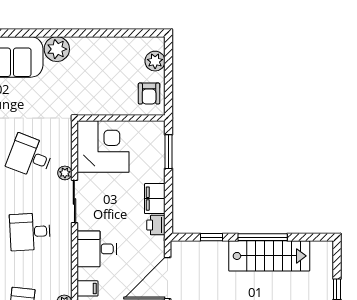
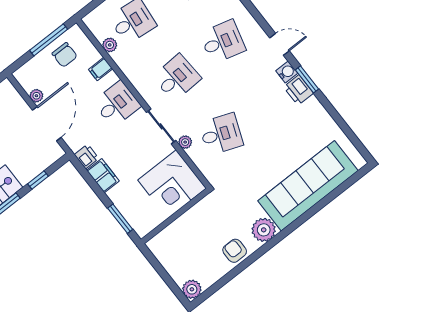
plant: (155, 61) -> (192, 289), moved
armchair: (149, 94) -> (235, 251), moved

